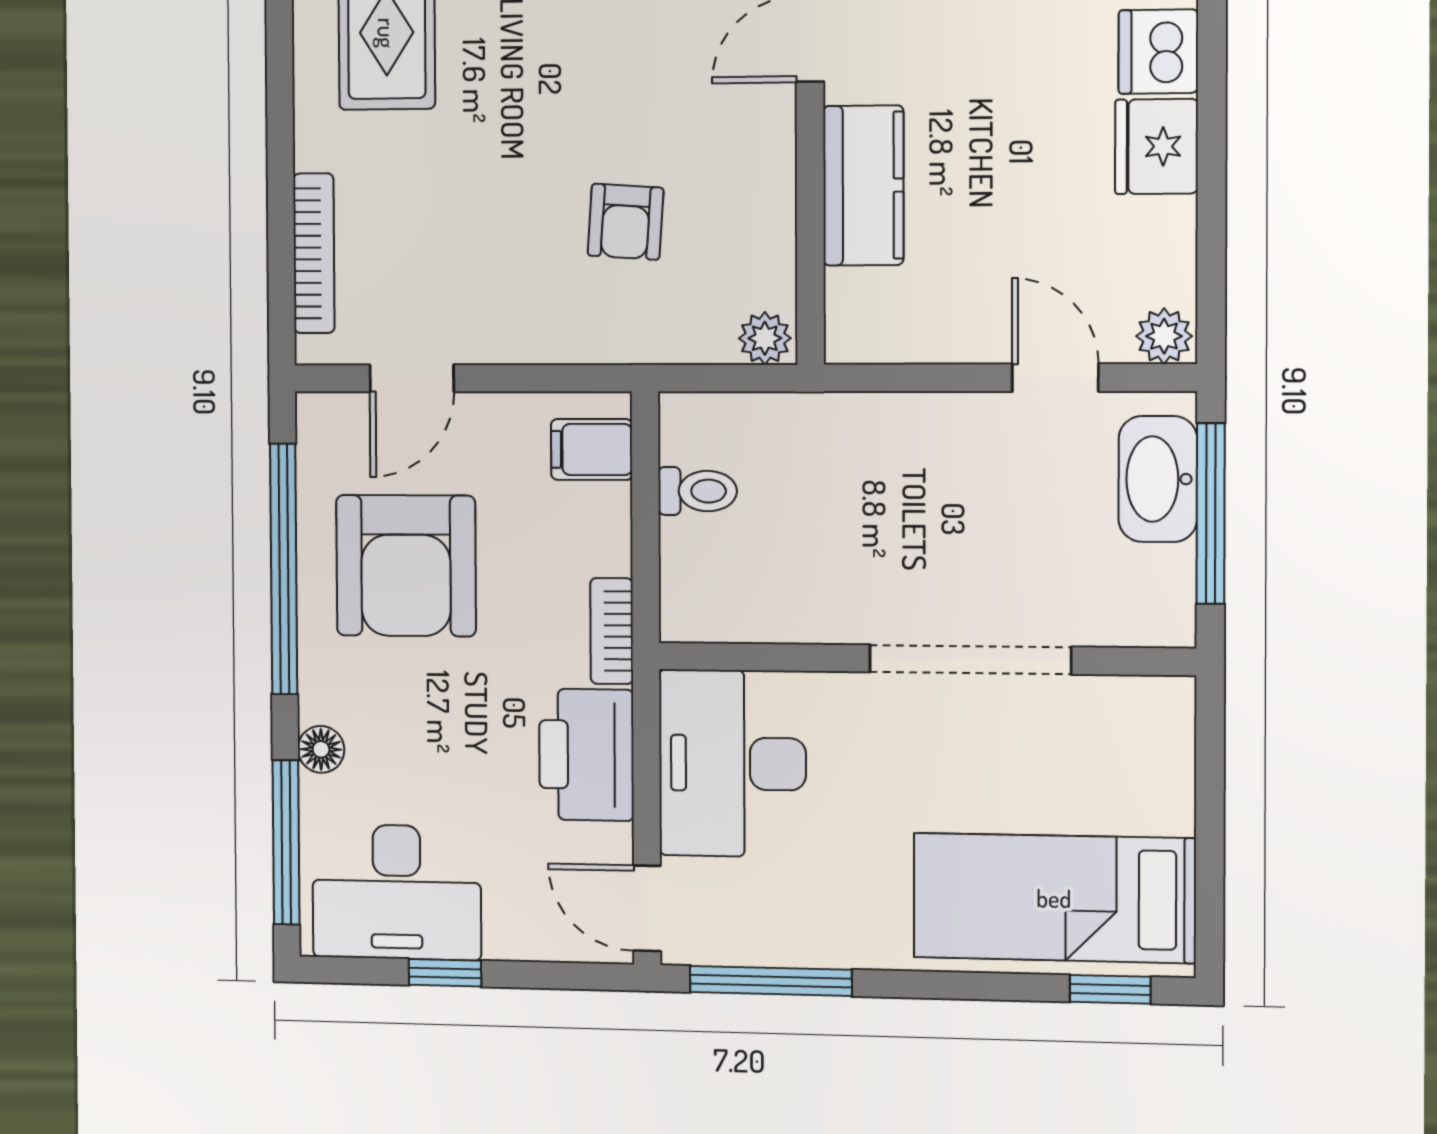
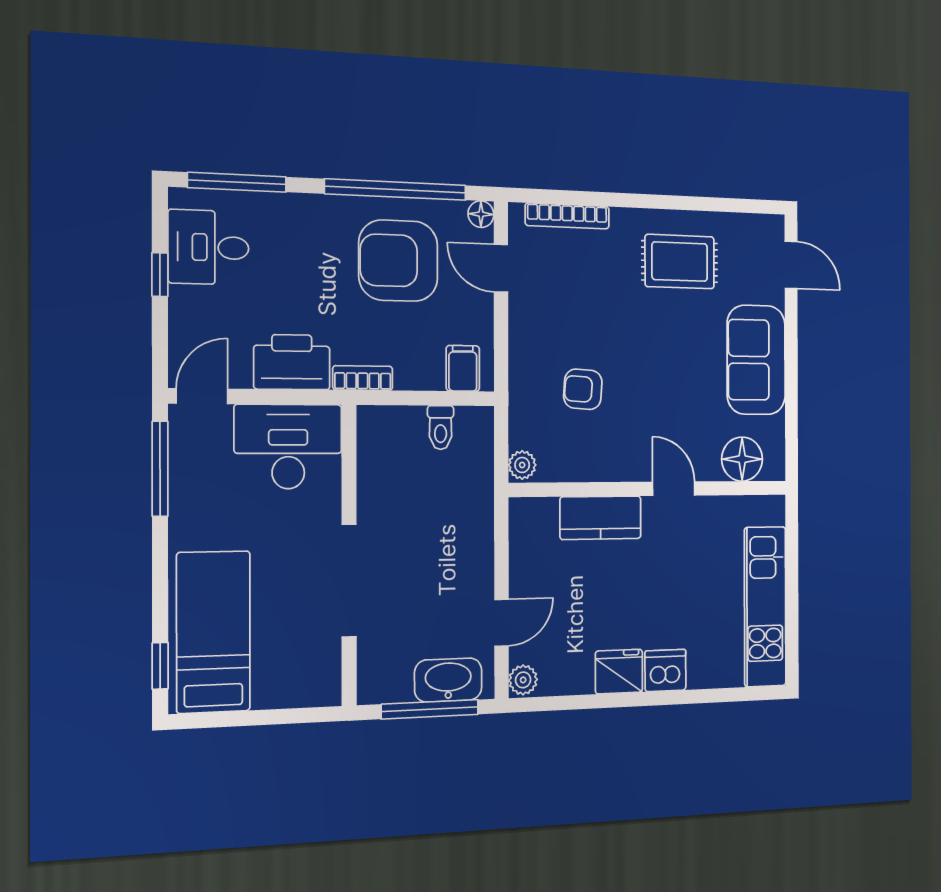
floor lamp: (321, 749) -> (481, 214), moved
desk: (397, 892) -> (209, 247), width x0.73

